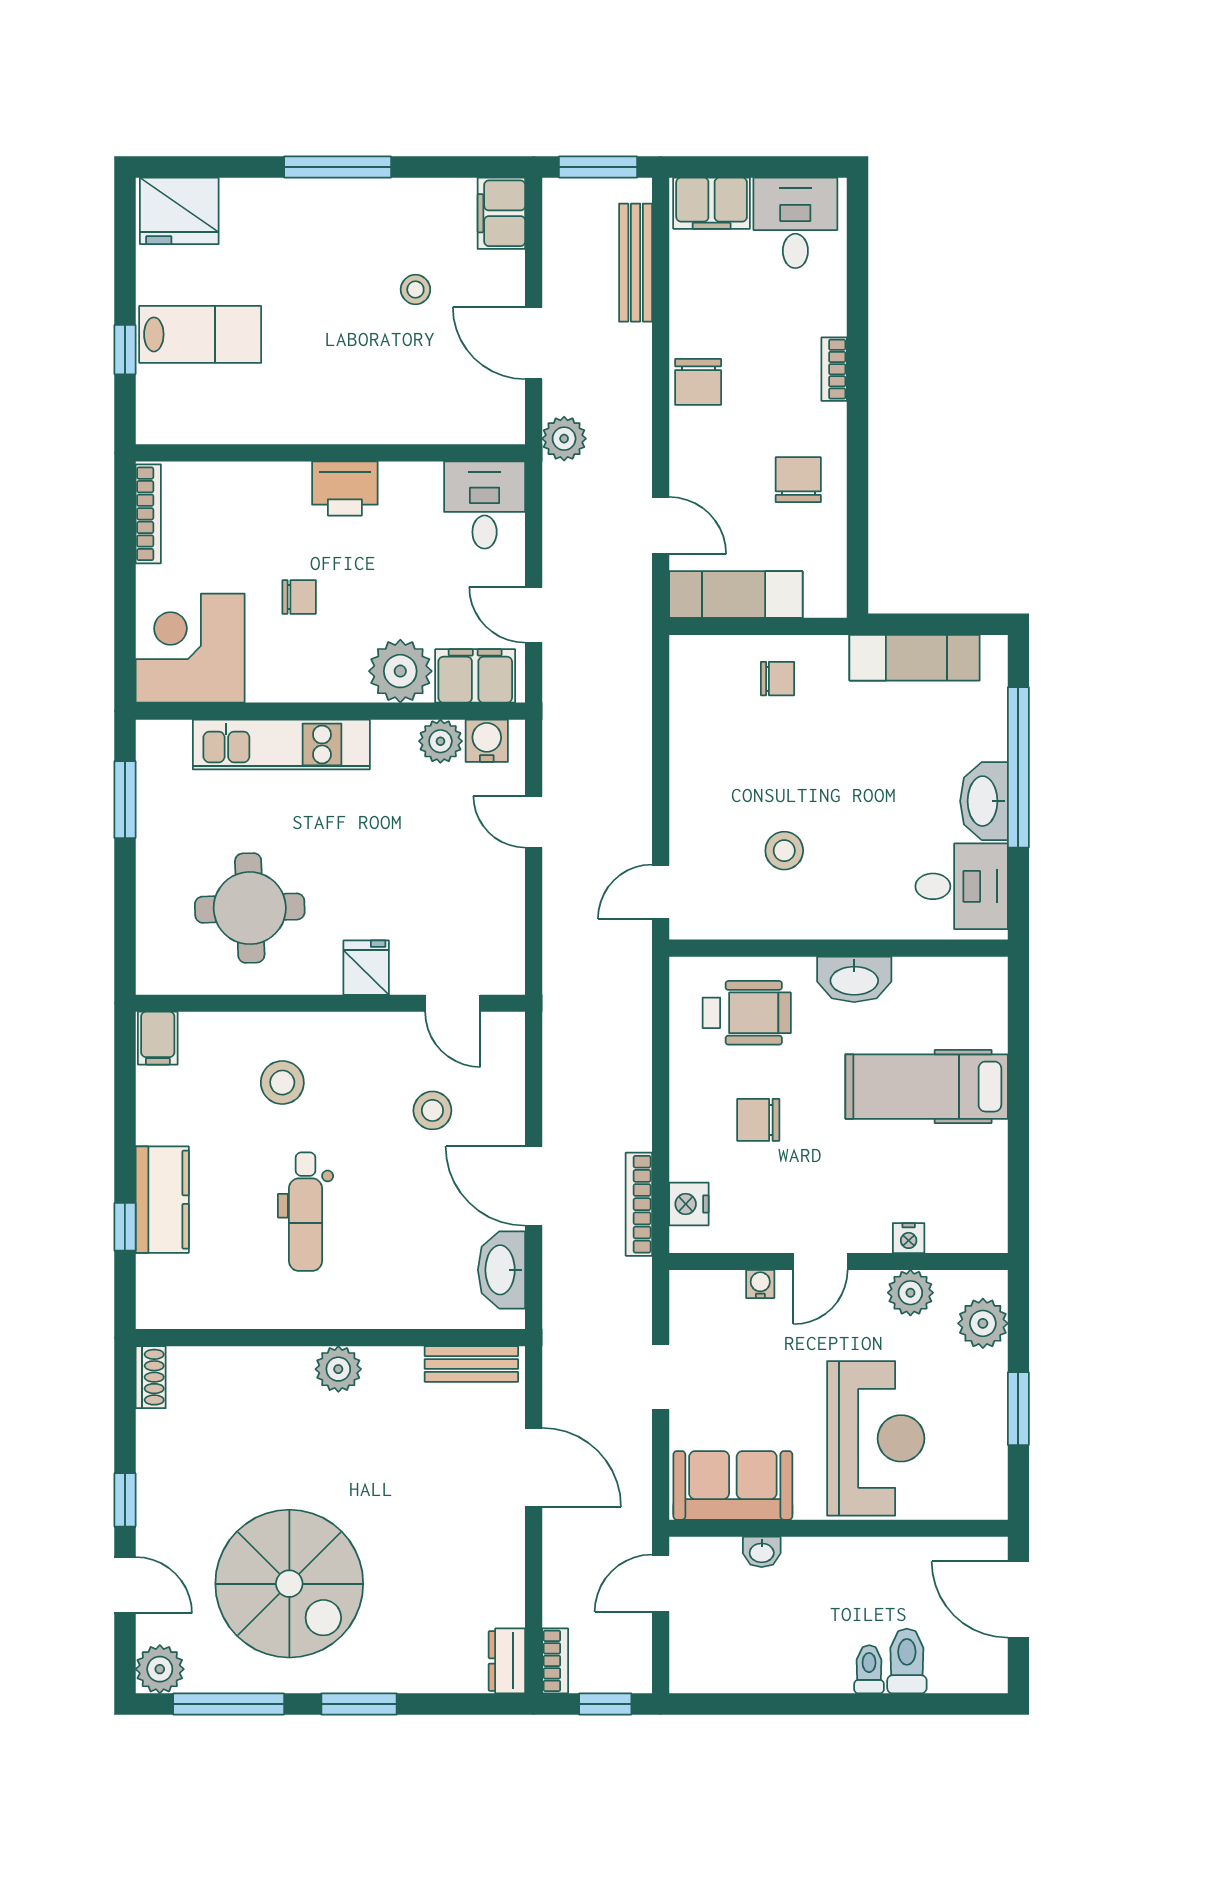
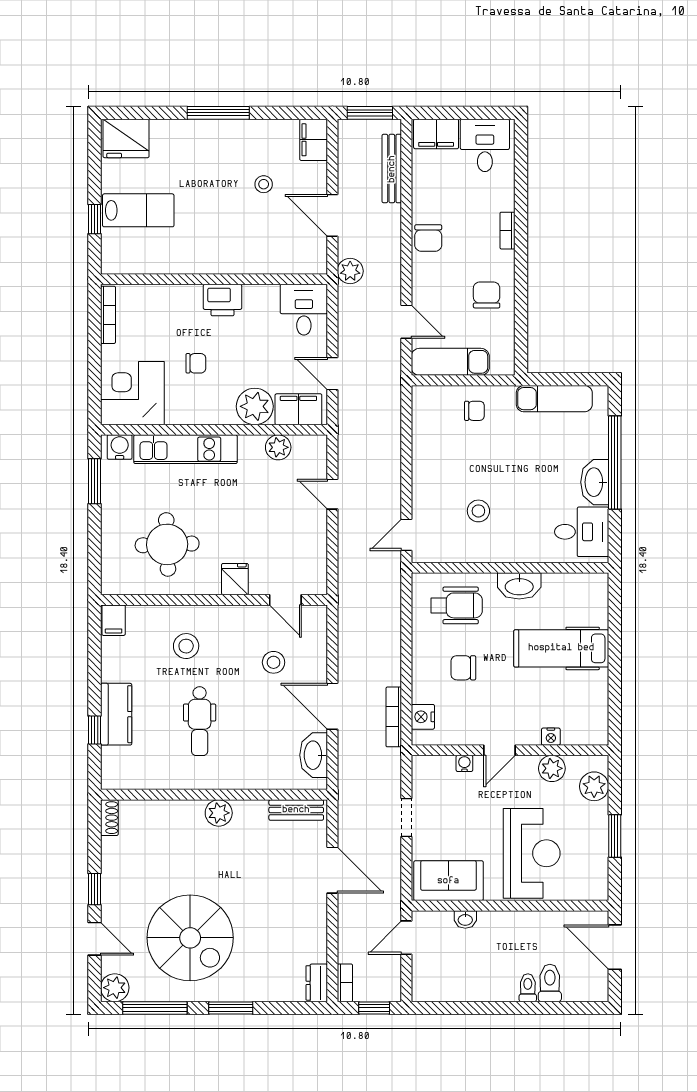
water cooler: (487, 741) -> (120, 447), moved

